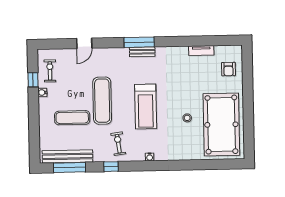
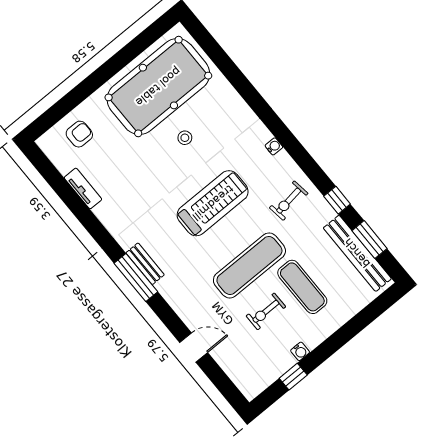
exercise bike: (50, 71) -> (266, 311), moved
window: (69, 167) -> (370, 240), width x0.69
window: (111, 167) -> (337, 200), moved

